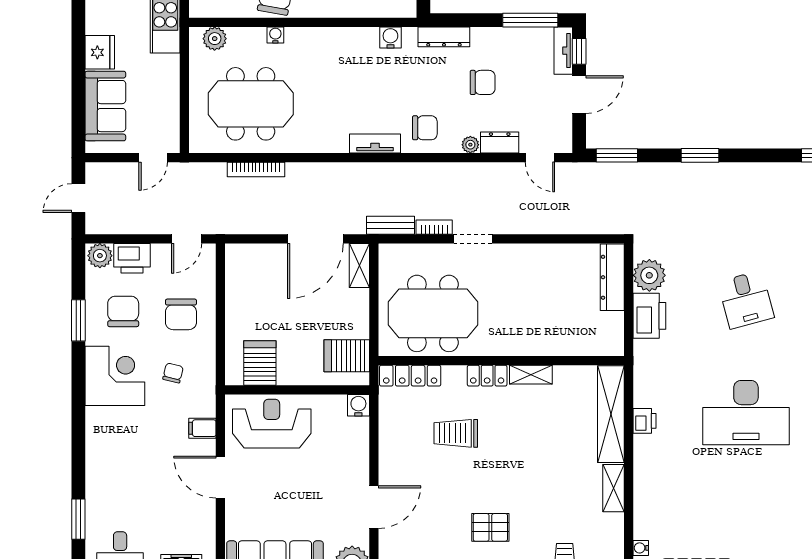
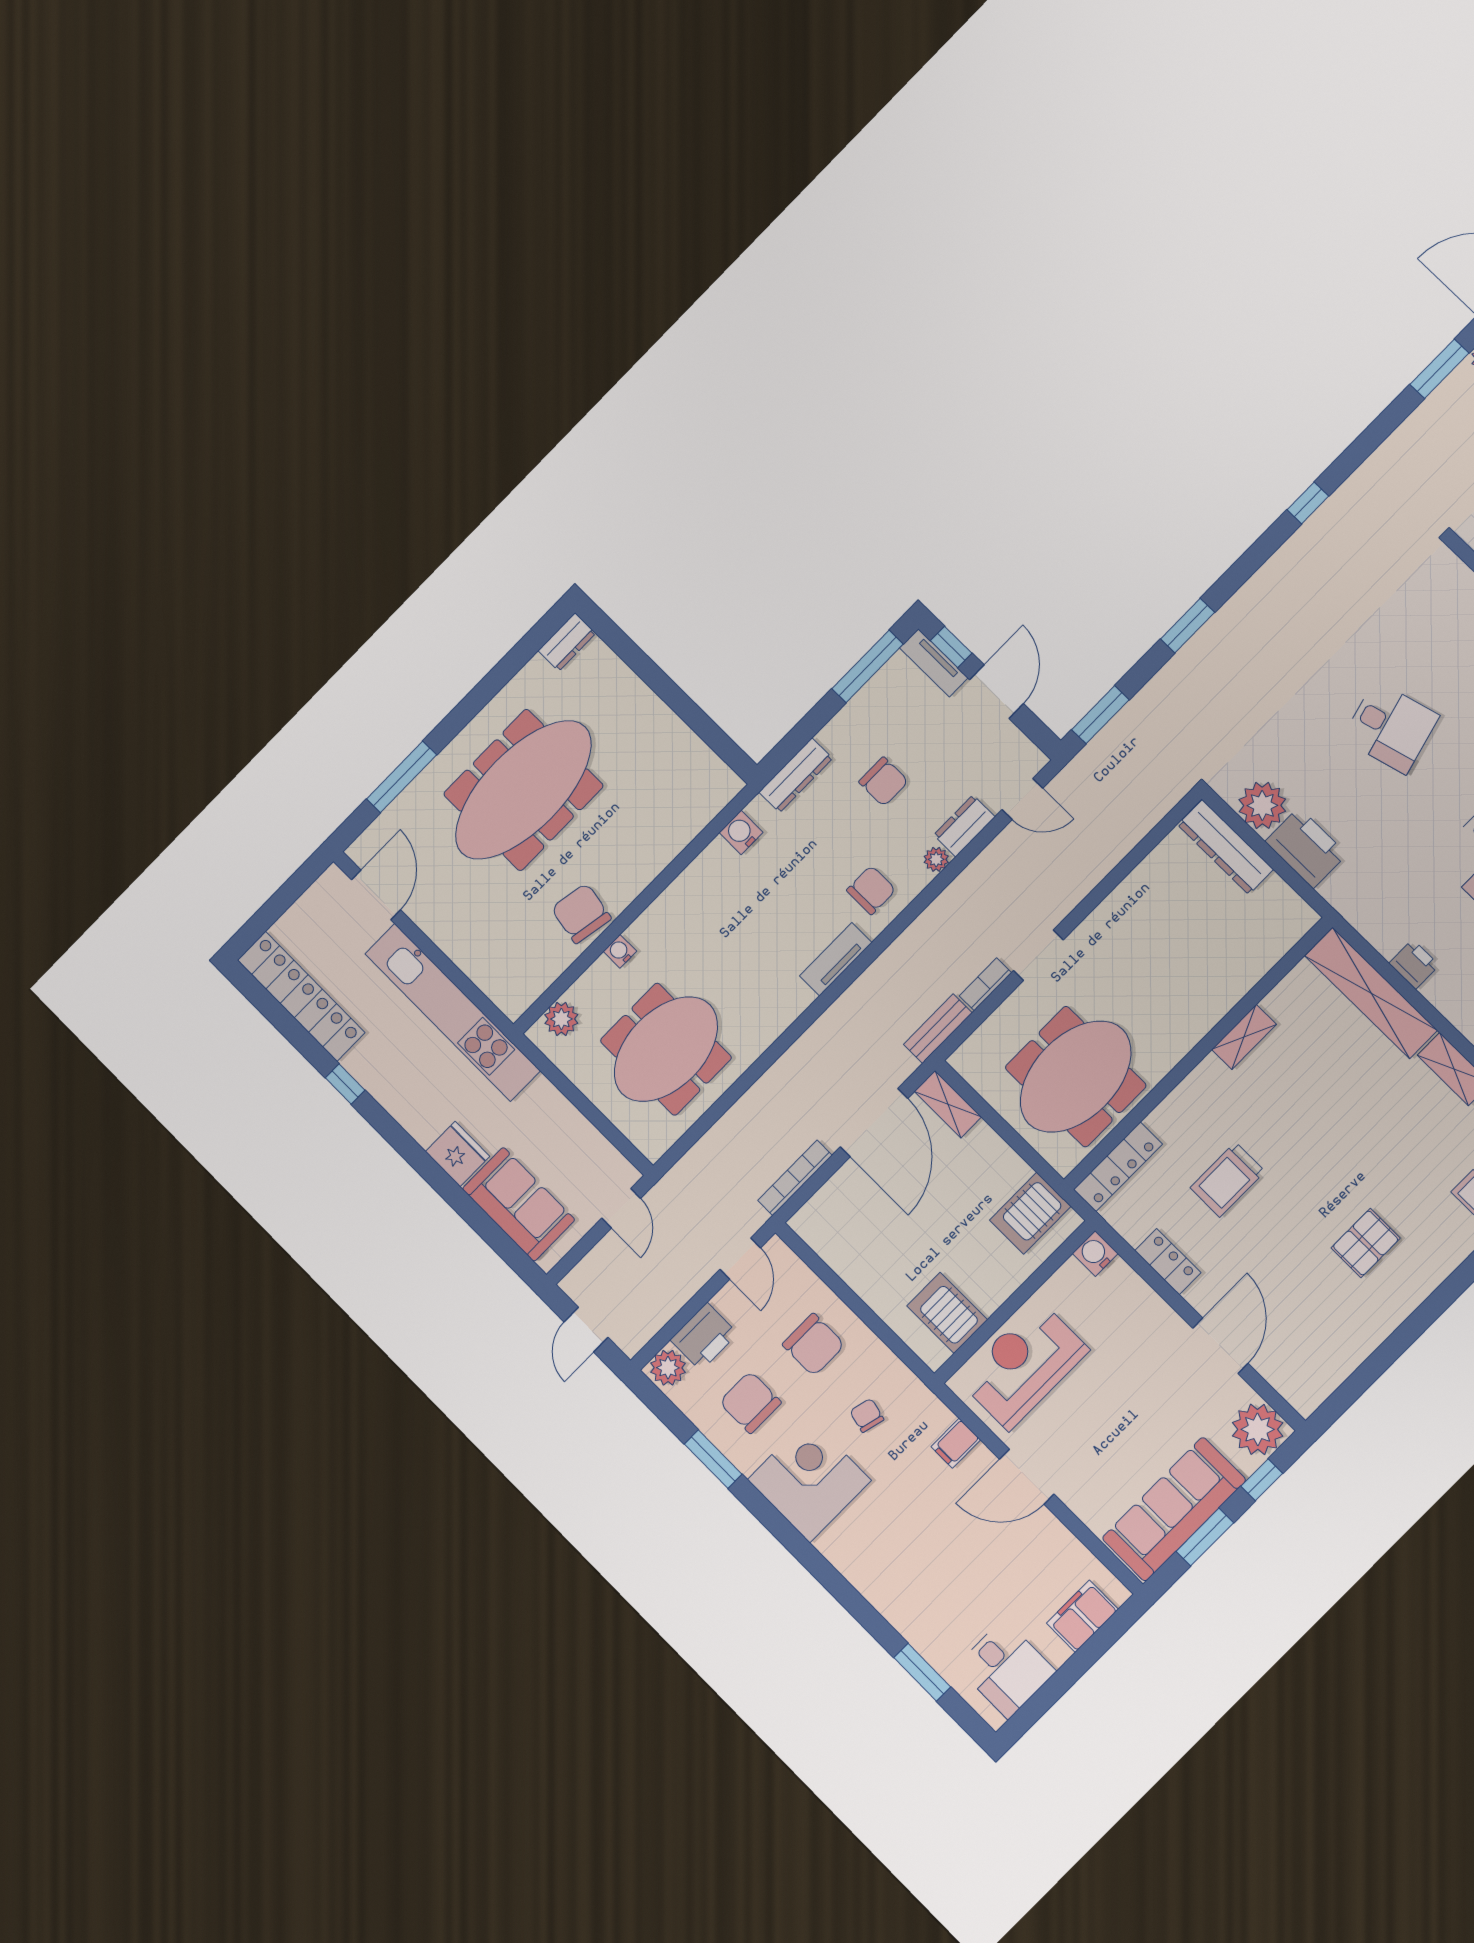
chair: (483, 82) -> (884, 782), turned 90
bookcase: (256, 169) -> (795, 1178), moved, turned 180
locker: (487, 376) -> (1168, 1262), moved, turned -90

